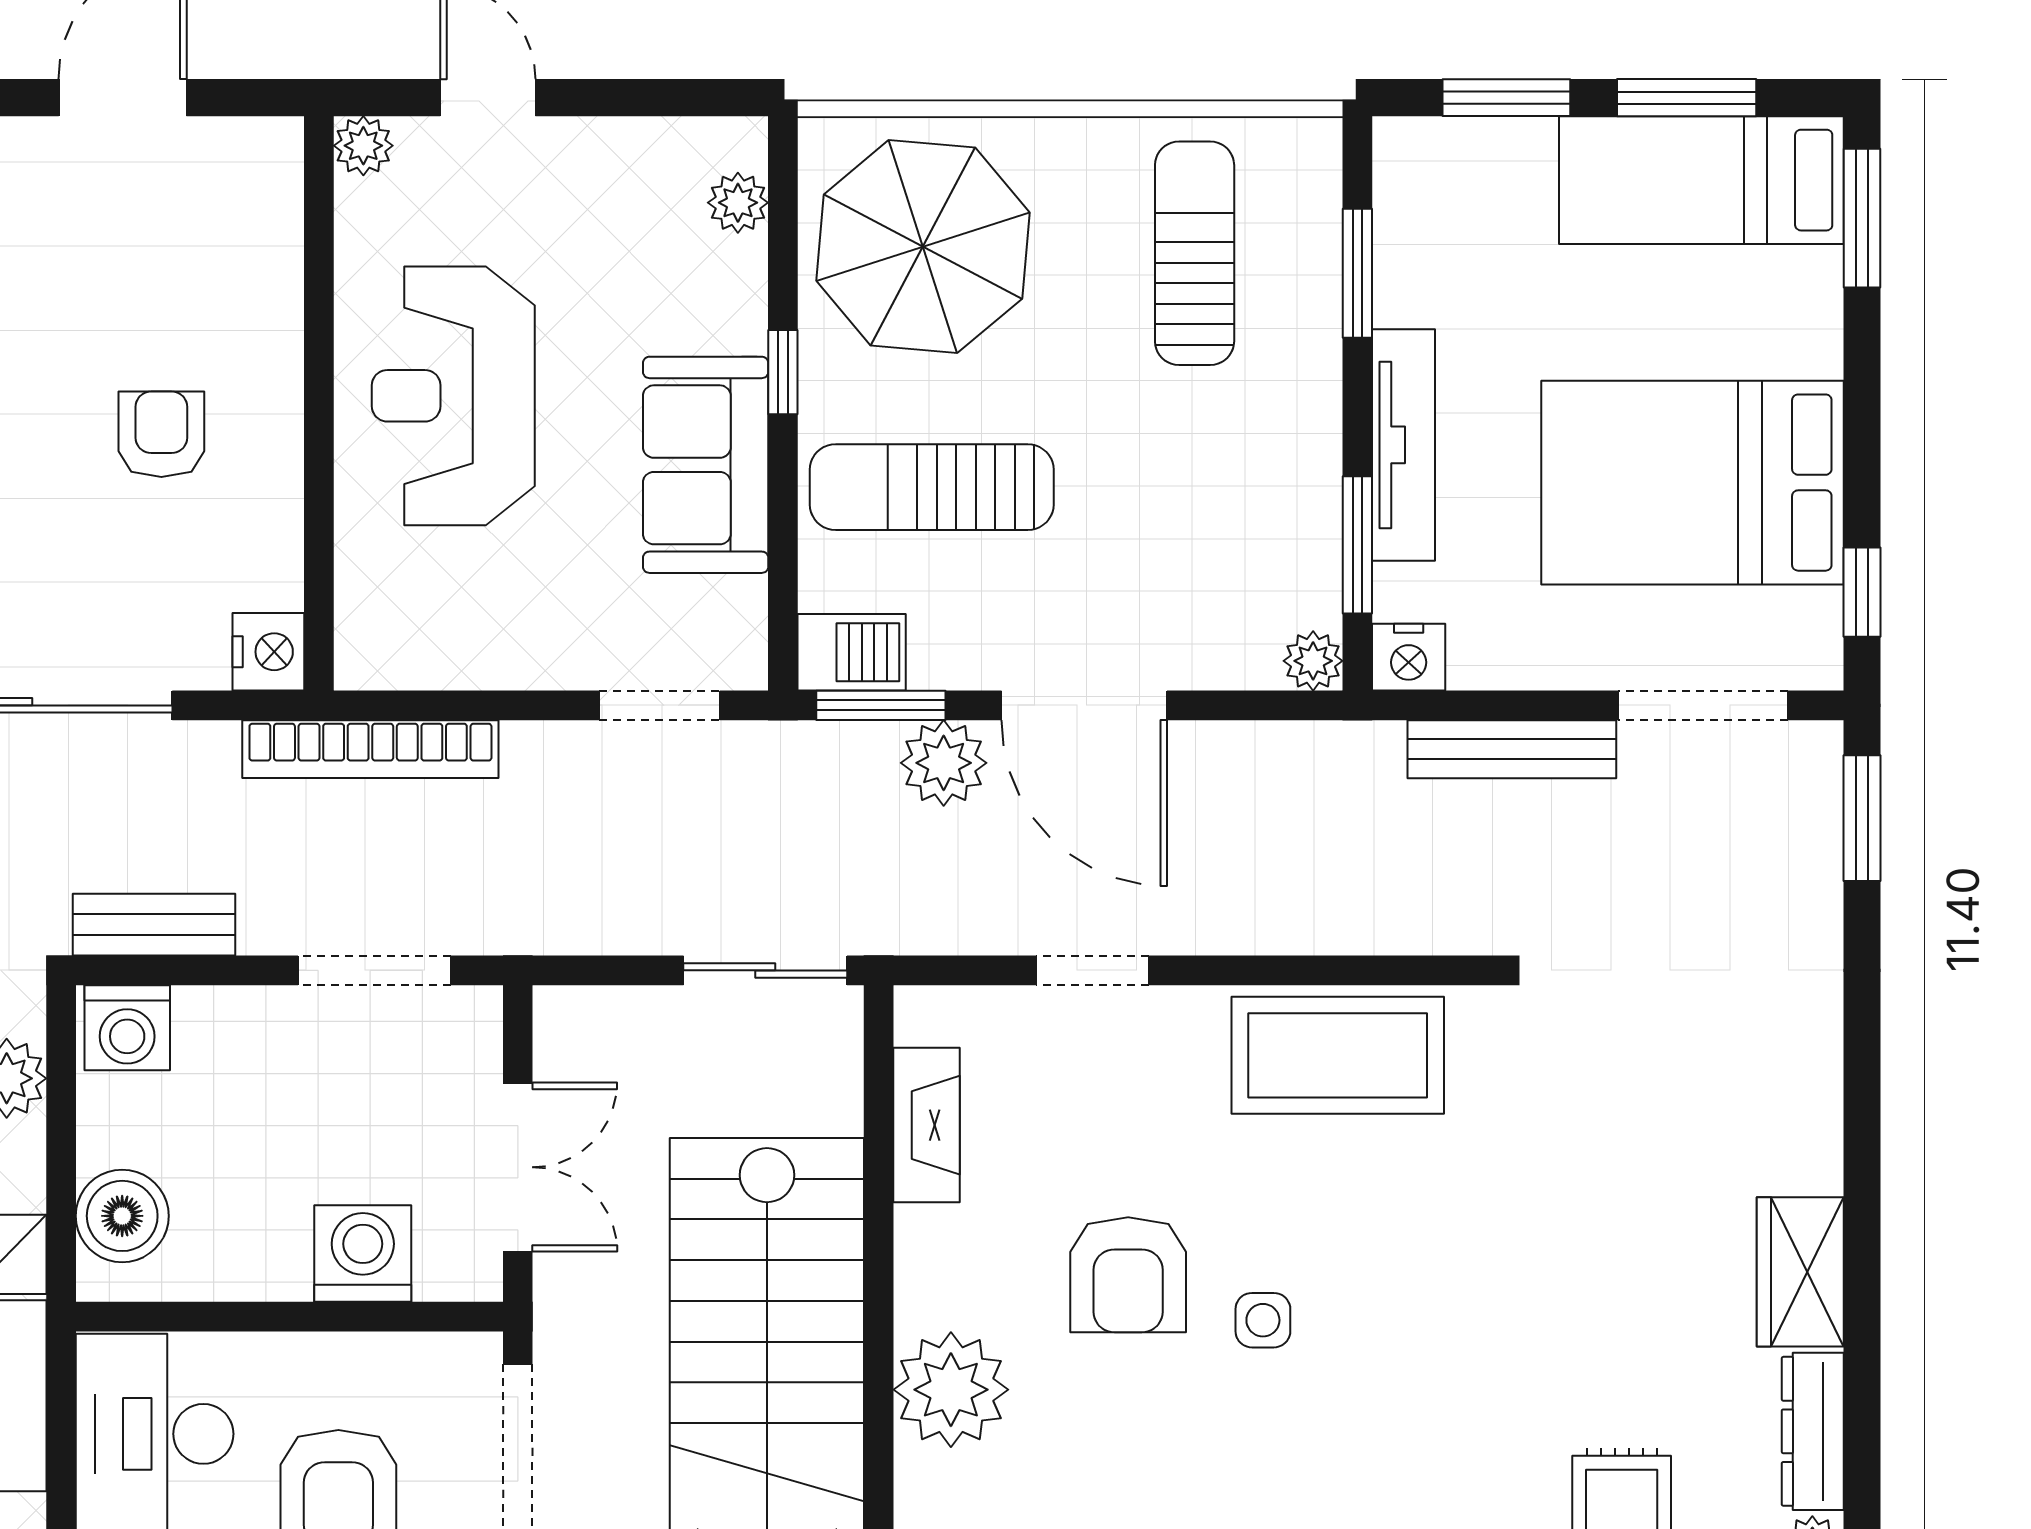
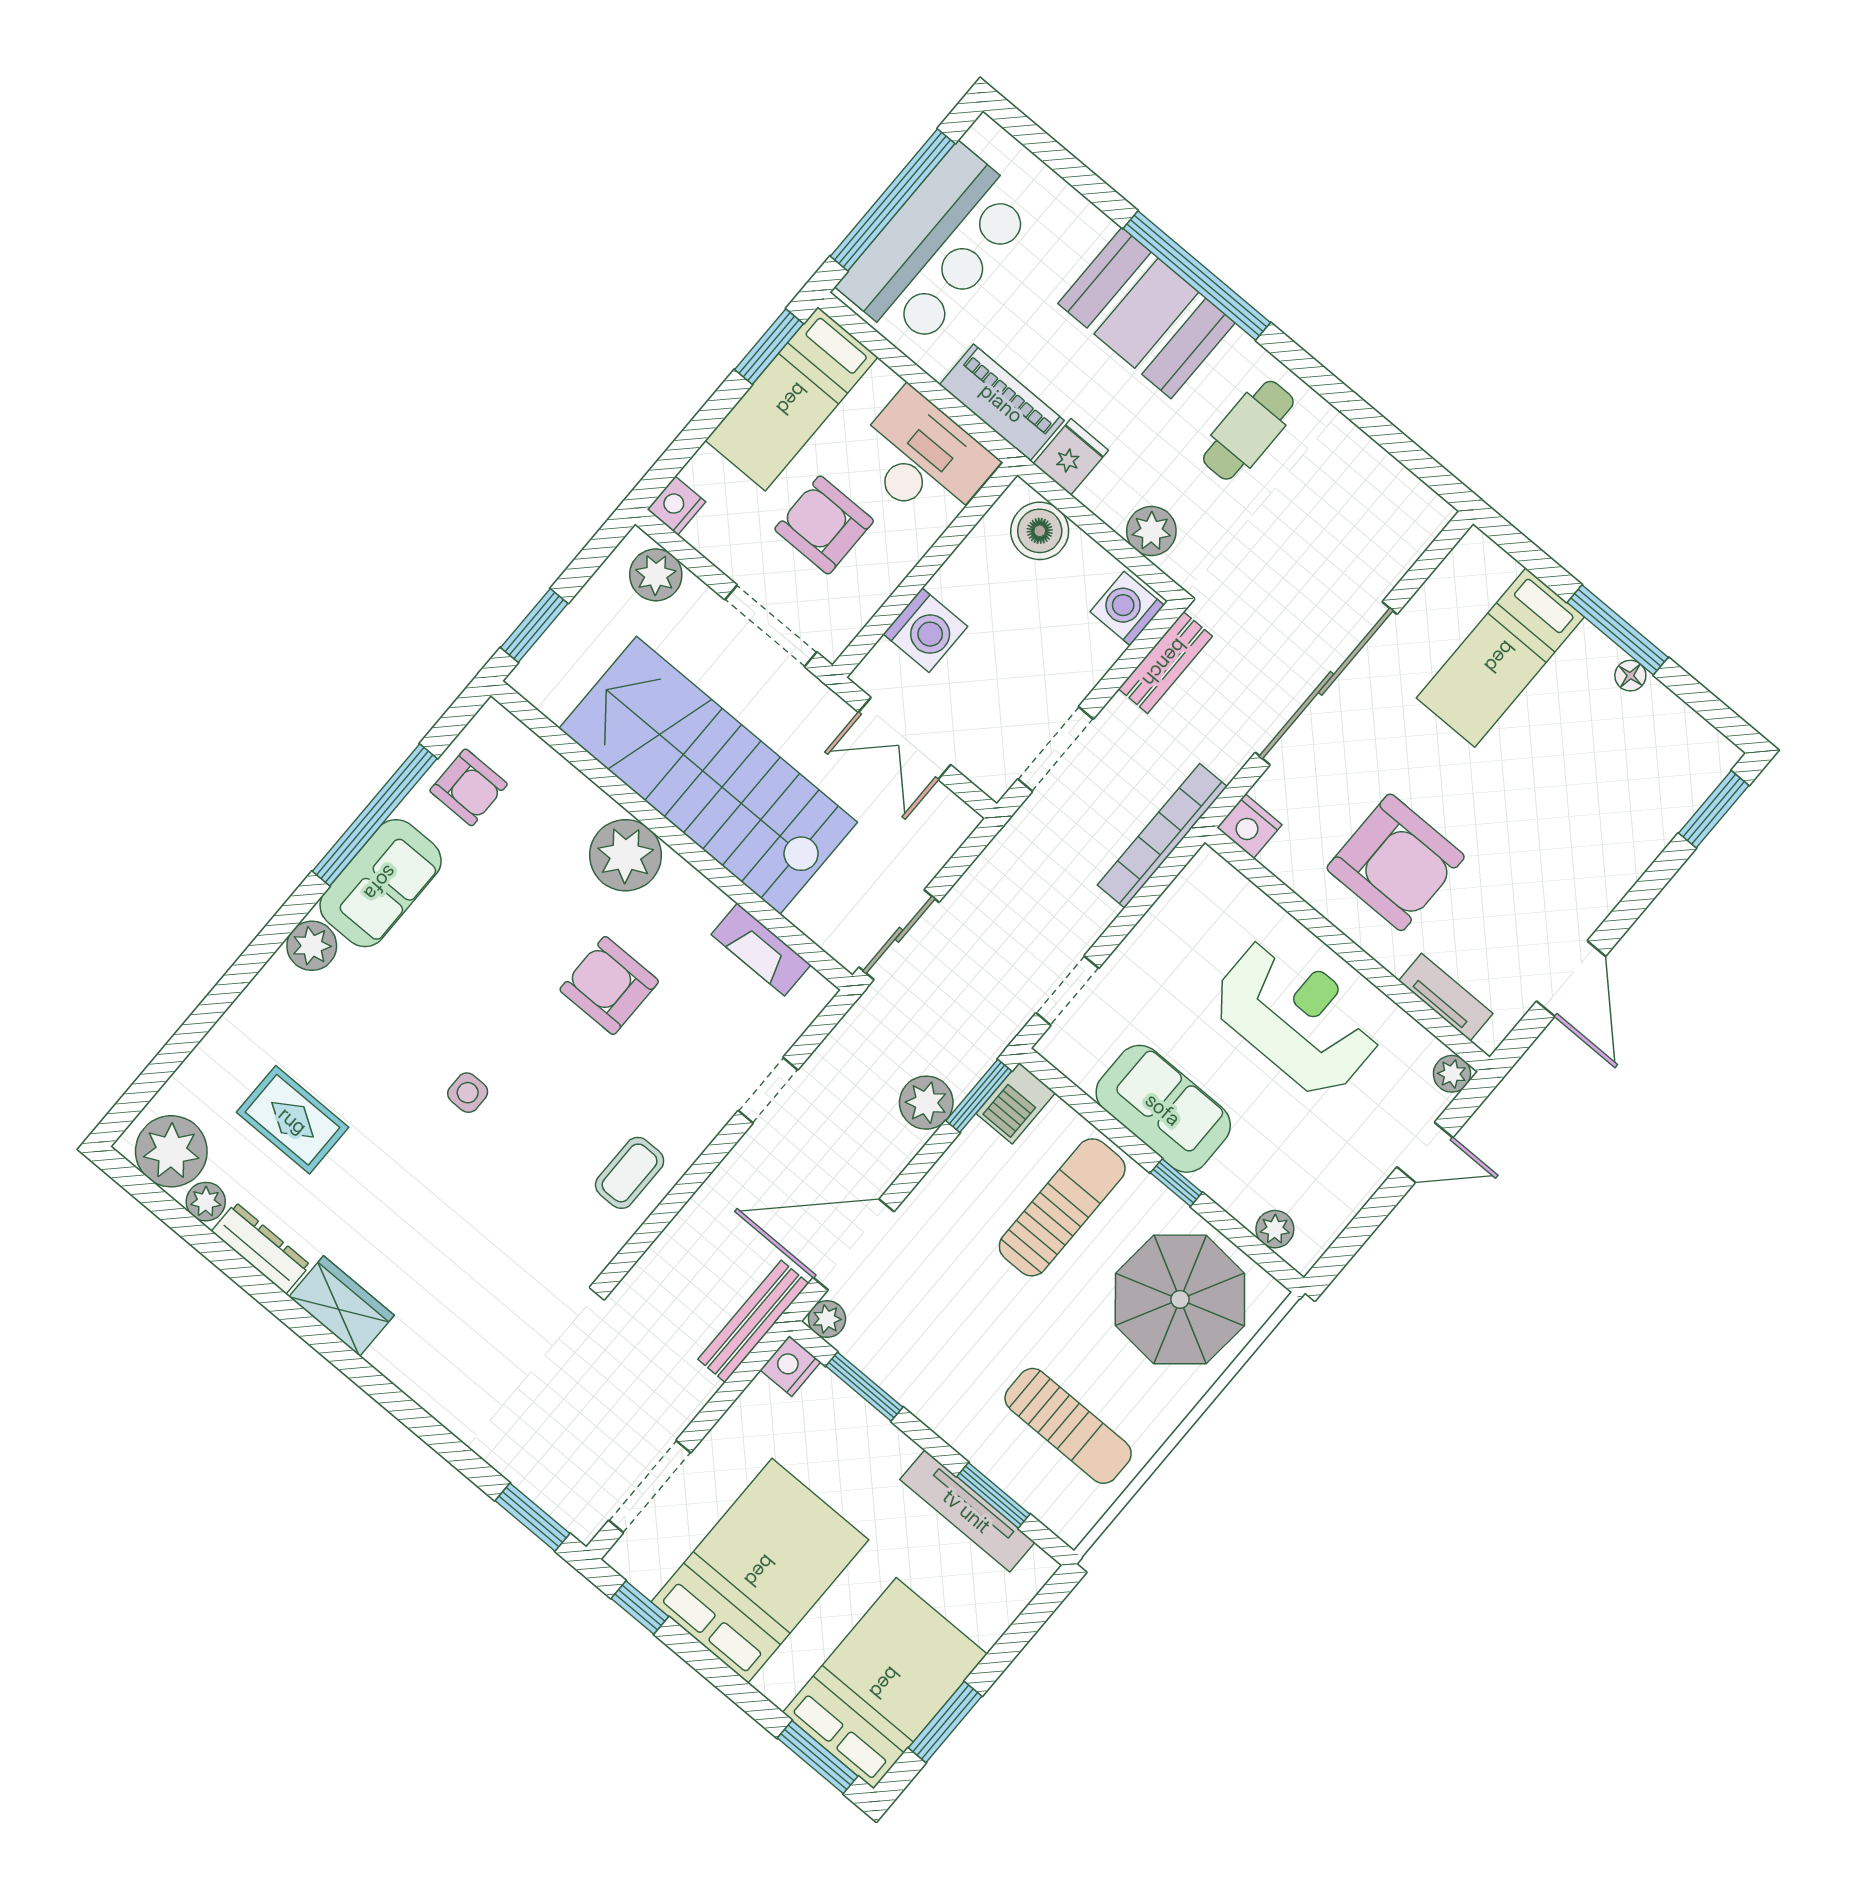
window: (1506, 98) -> (1017, 1636), removed
bed: (1701, 180) -> (885, 1683), width x1.50
tv unit: (275, 233) -> (1446, 997), added
armchair: (161, 434) -> (1396, 862), width x1.88, depth x1.88
tv unit: (1404, 445) -> (967, 1511), moved
door: (1084, 705) -> (854, 1244), moved
bench: (1512, 749) -> (753, 1321), moved
coffee table: (1338, 1055) -> (630, 1173), width x0.54, depth x0.58
side table: (1263, 1320) -> (468, 1093), moved

